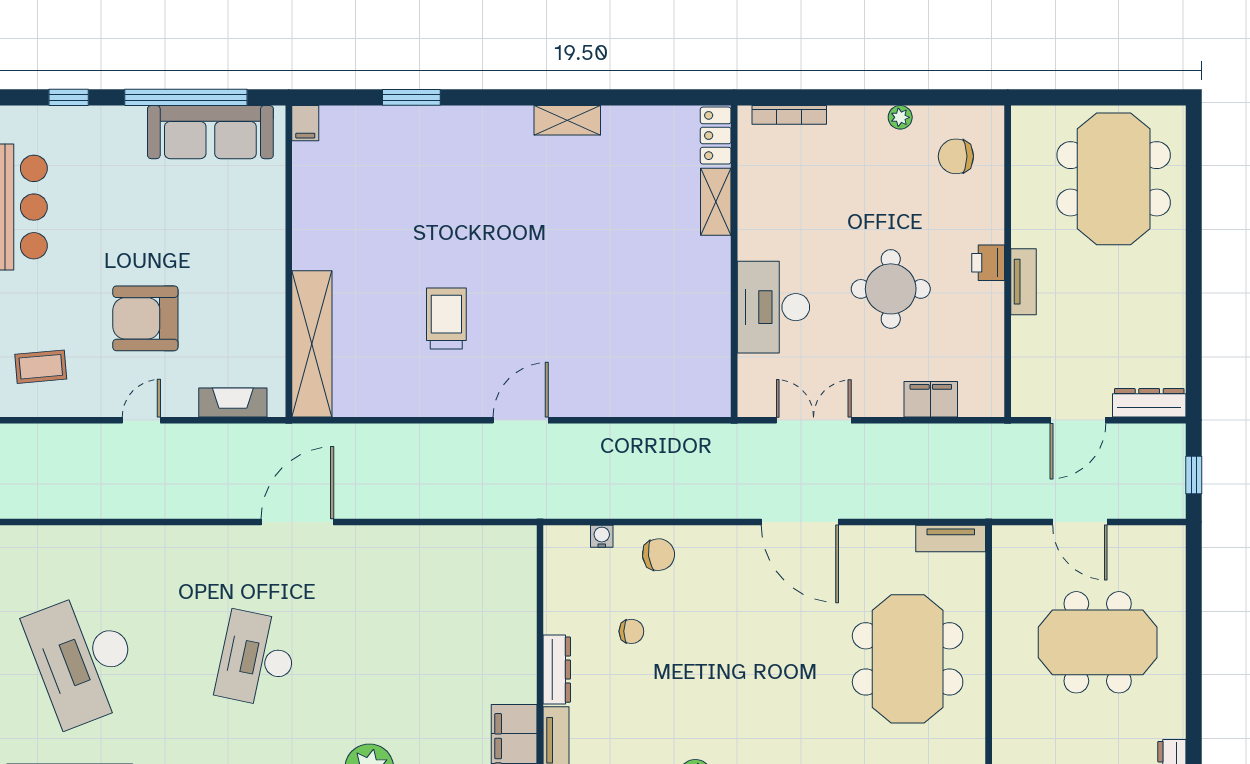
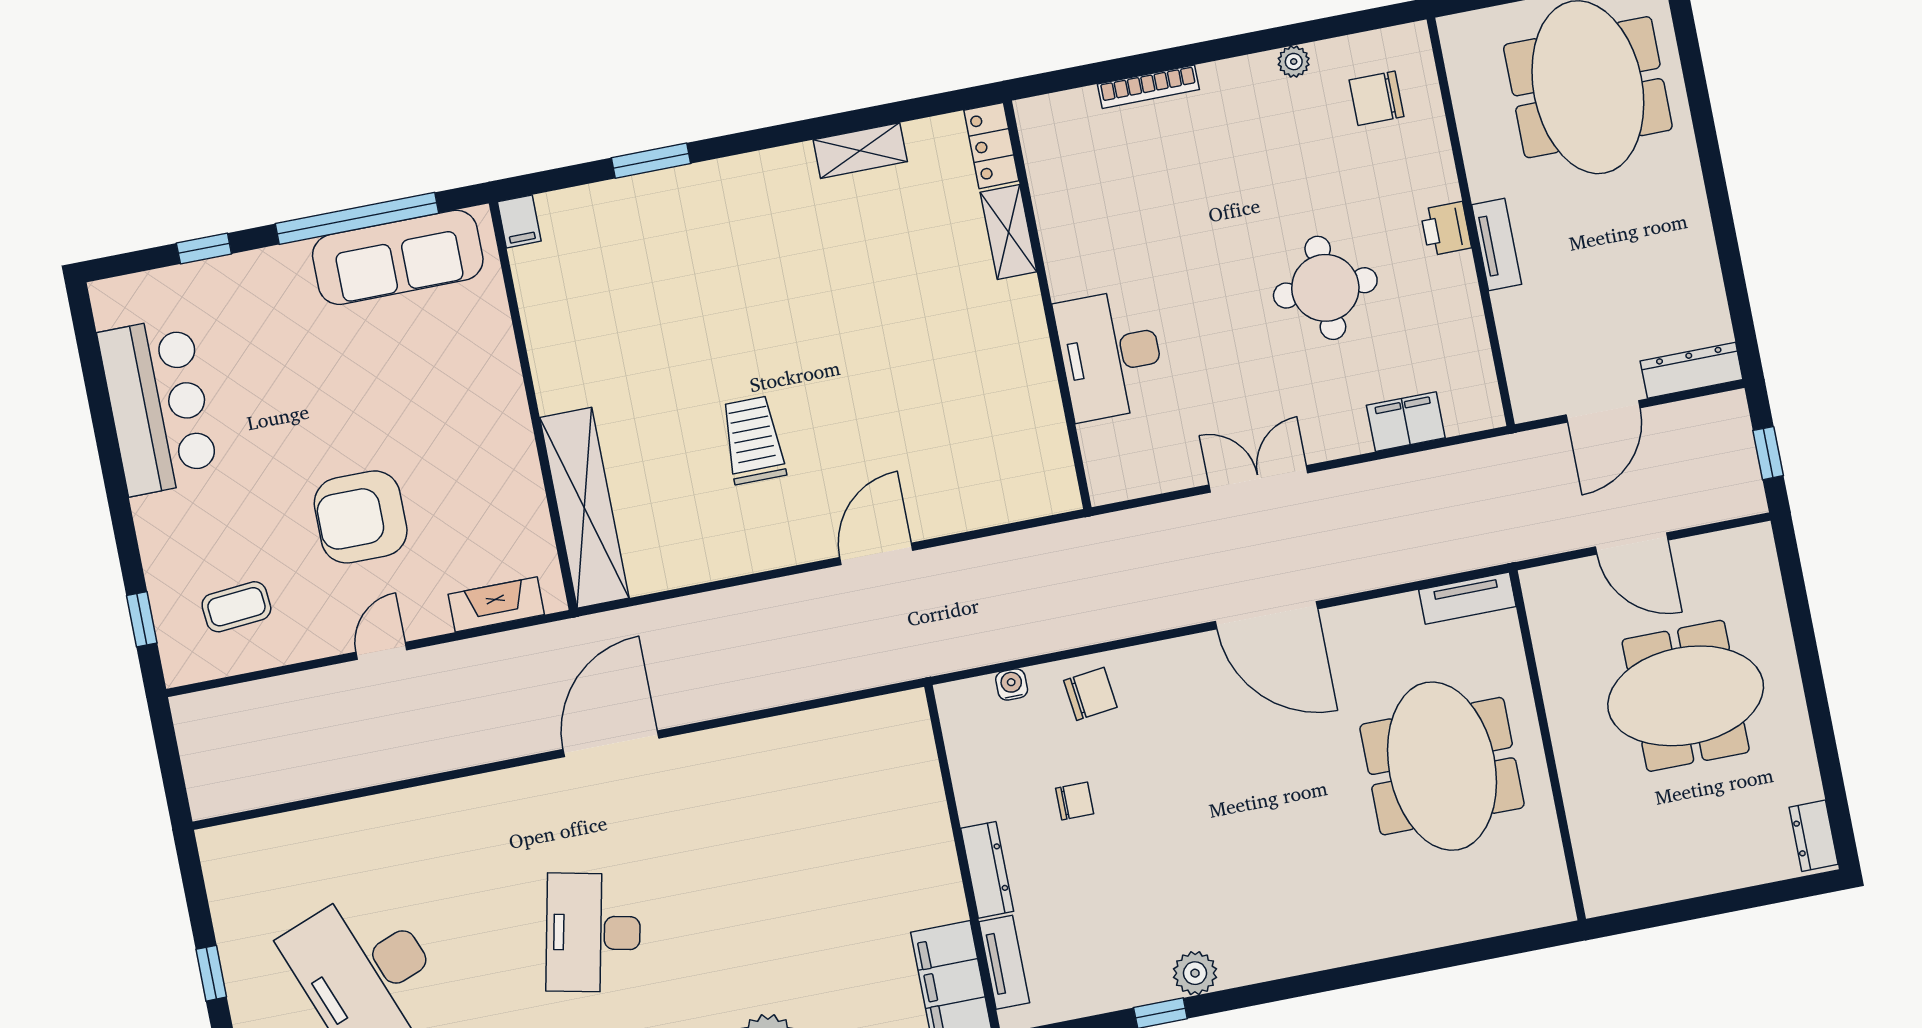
locker: (716, 136) -> (991, 146), moved
shelving: (716, 202) -> (1008, 232), moved
wall: (734, 261) -> (1048, 305), moved
desk: (773, 307) -> (1110, 355), moved

